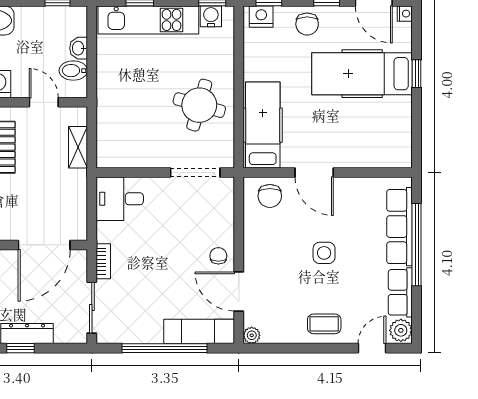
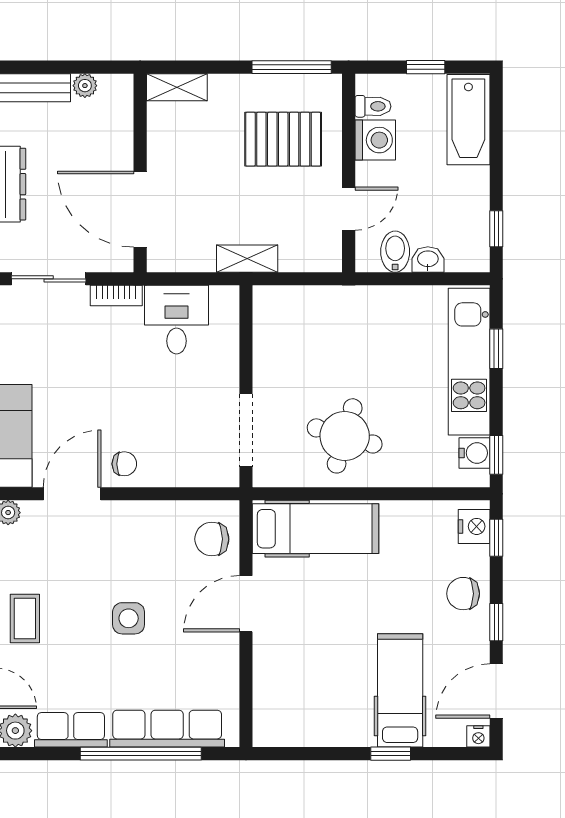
hospital bed: (362, 74) -> (400, 690), width x0.73, depth x0.78
shelving: (78, 147) -> (247, 259), moved
desk: (120, 199) -> (177, 320), moved

